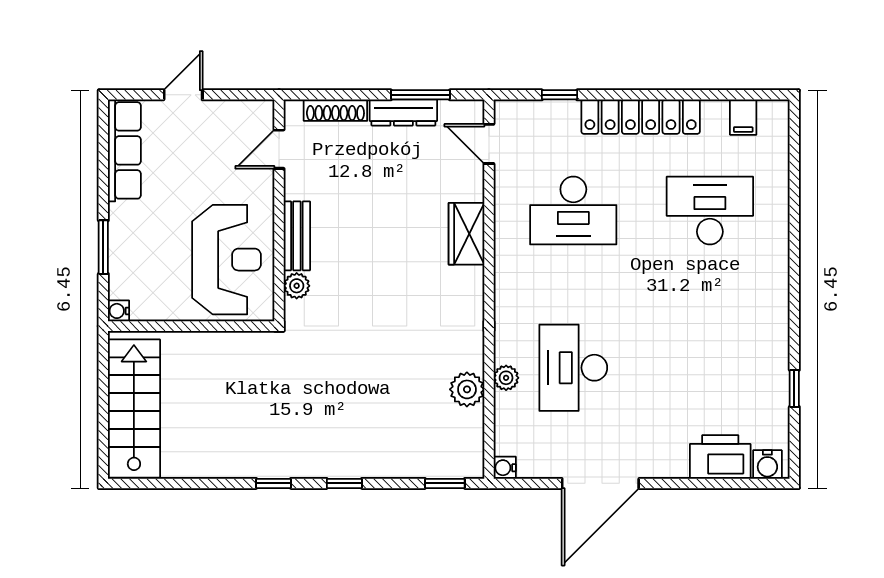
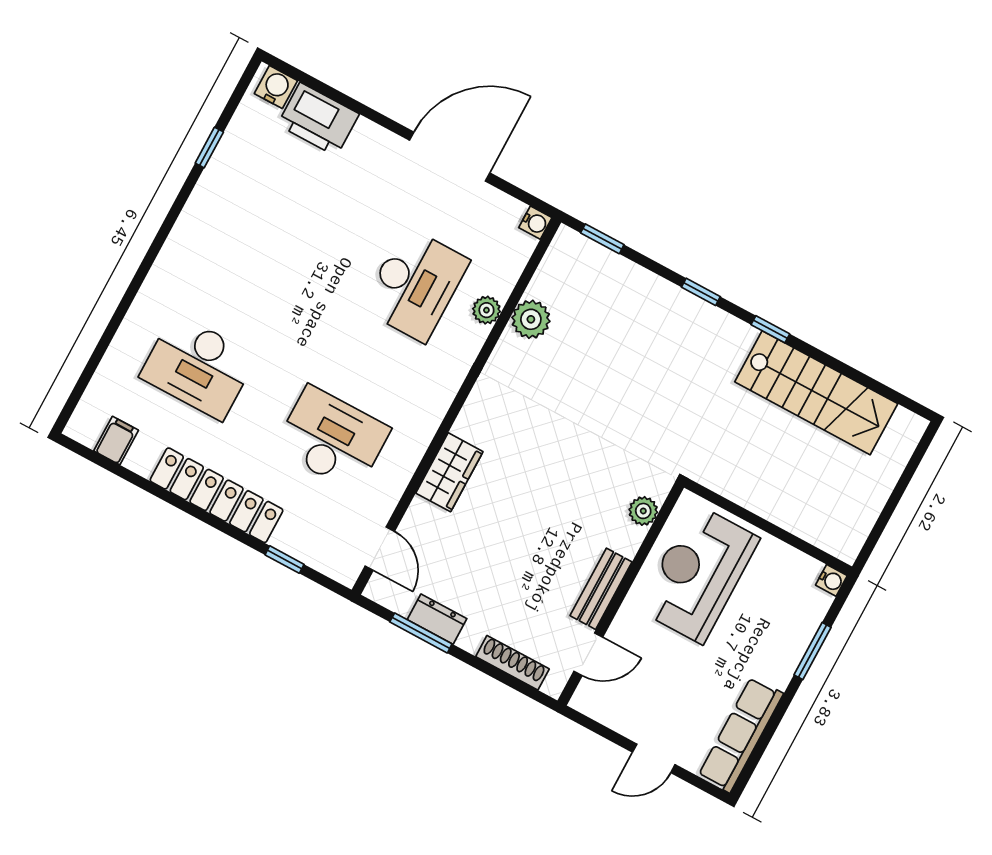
dresser: (403, 113) -> (437, 619), width x0.70
bench: (297, 236) -> (601, 589), moved
stairs: (134, 409) -> (816, 393), moved, turned -90

